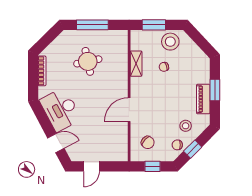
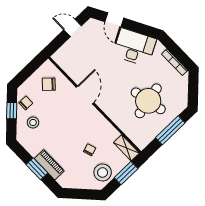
round table: (88, 61) -> (148, 101), width x1.36, depth x1.36
shelving: (136, 64) -> (126, 148), moved
piano: (203, 99) -> (49, 165), moved
door: (56, 143) -> (114, 20), hinge flipped
door: (91, 166) -> (73, 28), hinge flipped
window: (152, 166) -> (29, 70), removed

